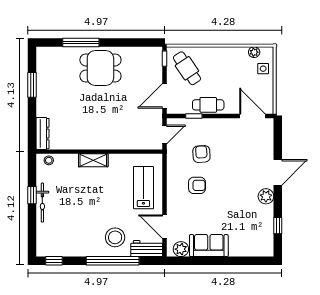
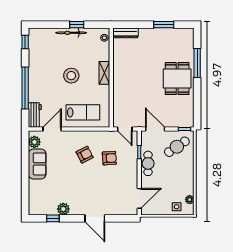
armchair: (197, 185) -> (85, 155), turned -117
plant: (266, 196) -> (63, 209), moved
stool: (115, 237) -> (71, 76), moved

